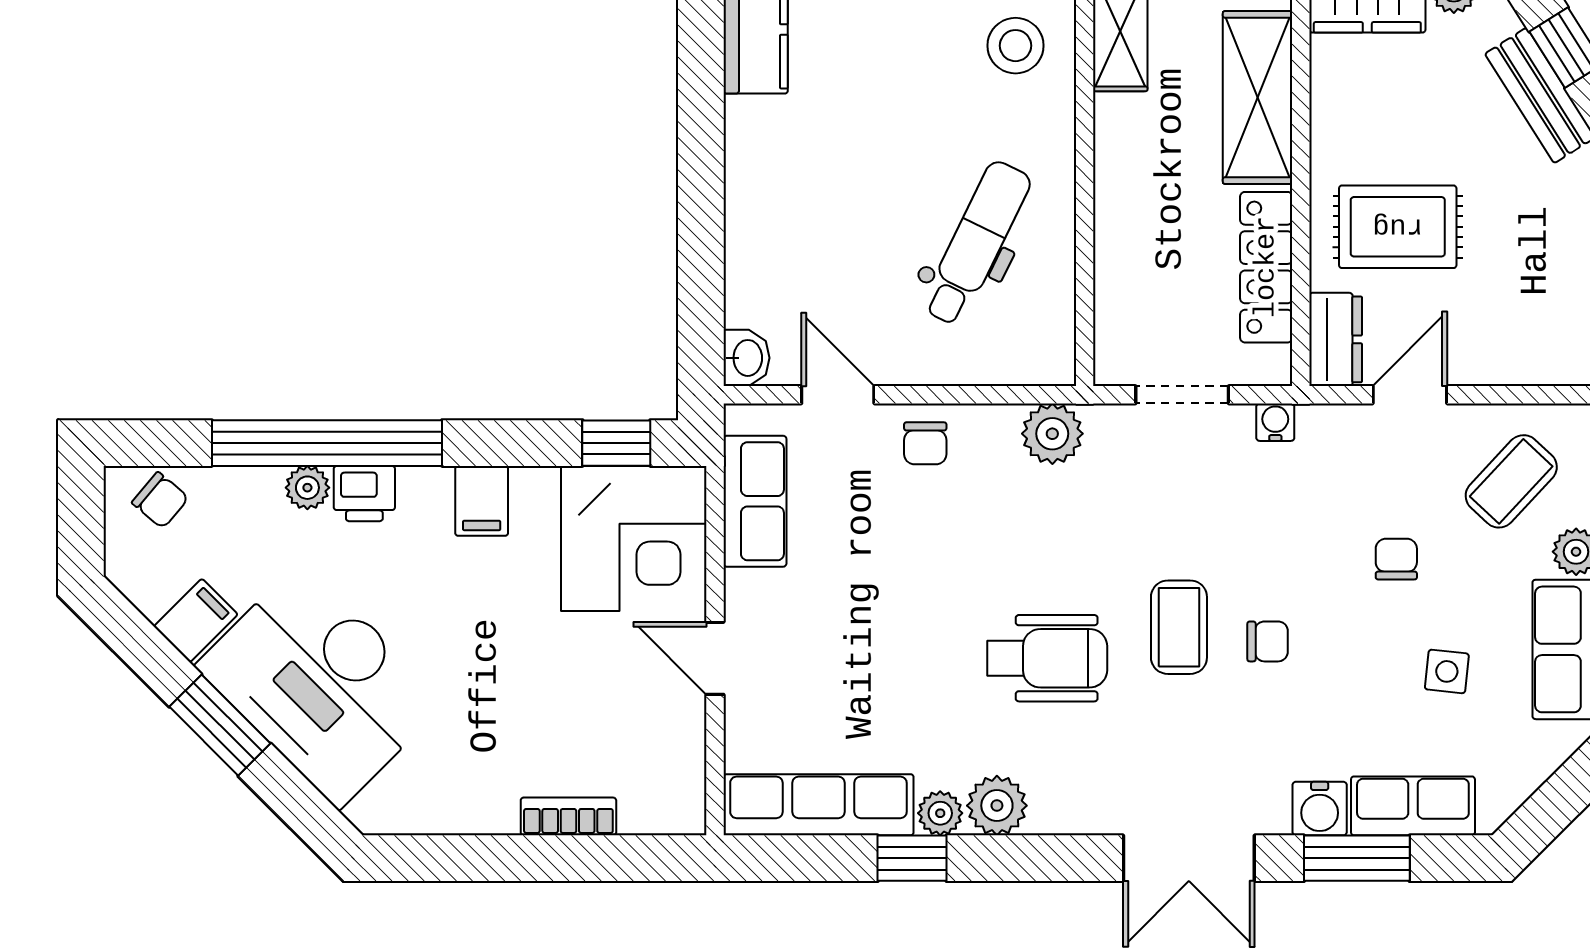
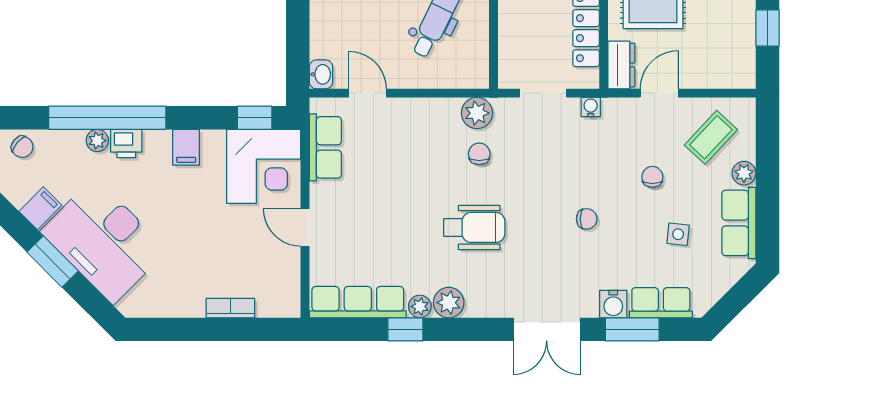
chair: (925, 443) -> (479, 154), moved, turned 180
coffee table: (1179, 627) -> (542, 212), removed

